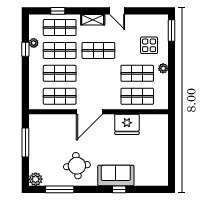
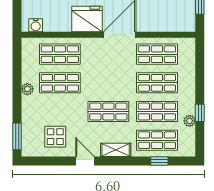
display table: (149, 45) -> (55, 137), moved
water cooler: (157, 119) -> (36, 25), added
fridge: (127, 124) -> (87, 19), moved

